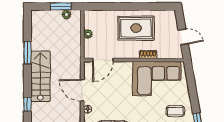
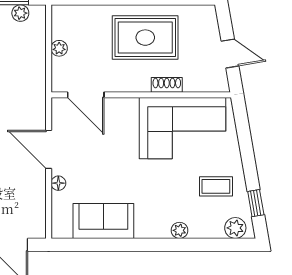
door: (103, 60) -> (86, 95), hinge flipped

